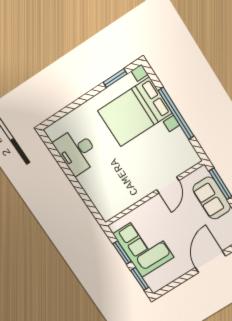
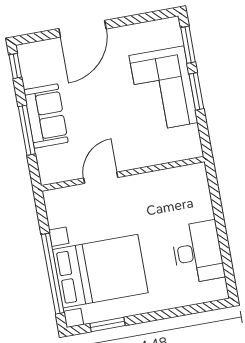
window: (176, 113) -> (53, 274), moved
door: (168, 185) -> (101, 178), moved
wall: (154, 193) -> (123, 174), moved

